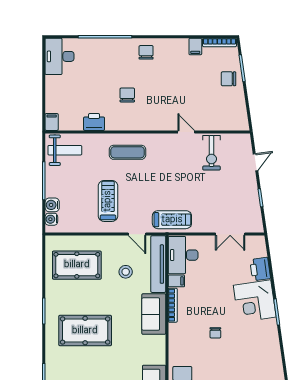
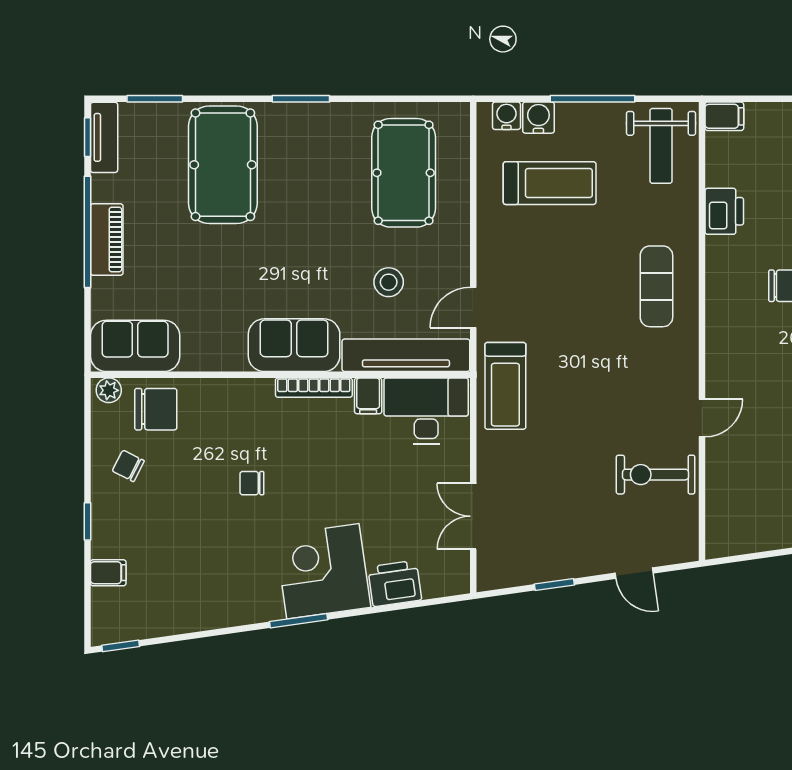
treadmill: (108, 201) -> (550, 183), moved
pool table: (85, 331) -> (223, 165), moved

